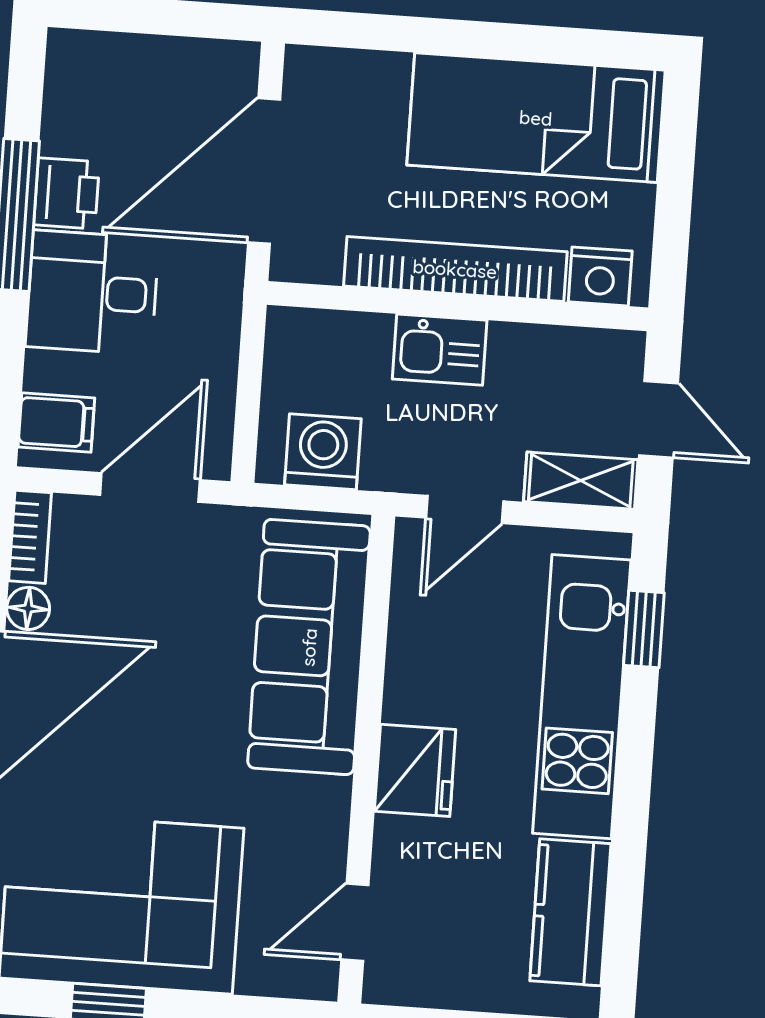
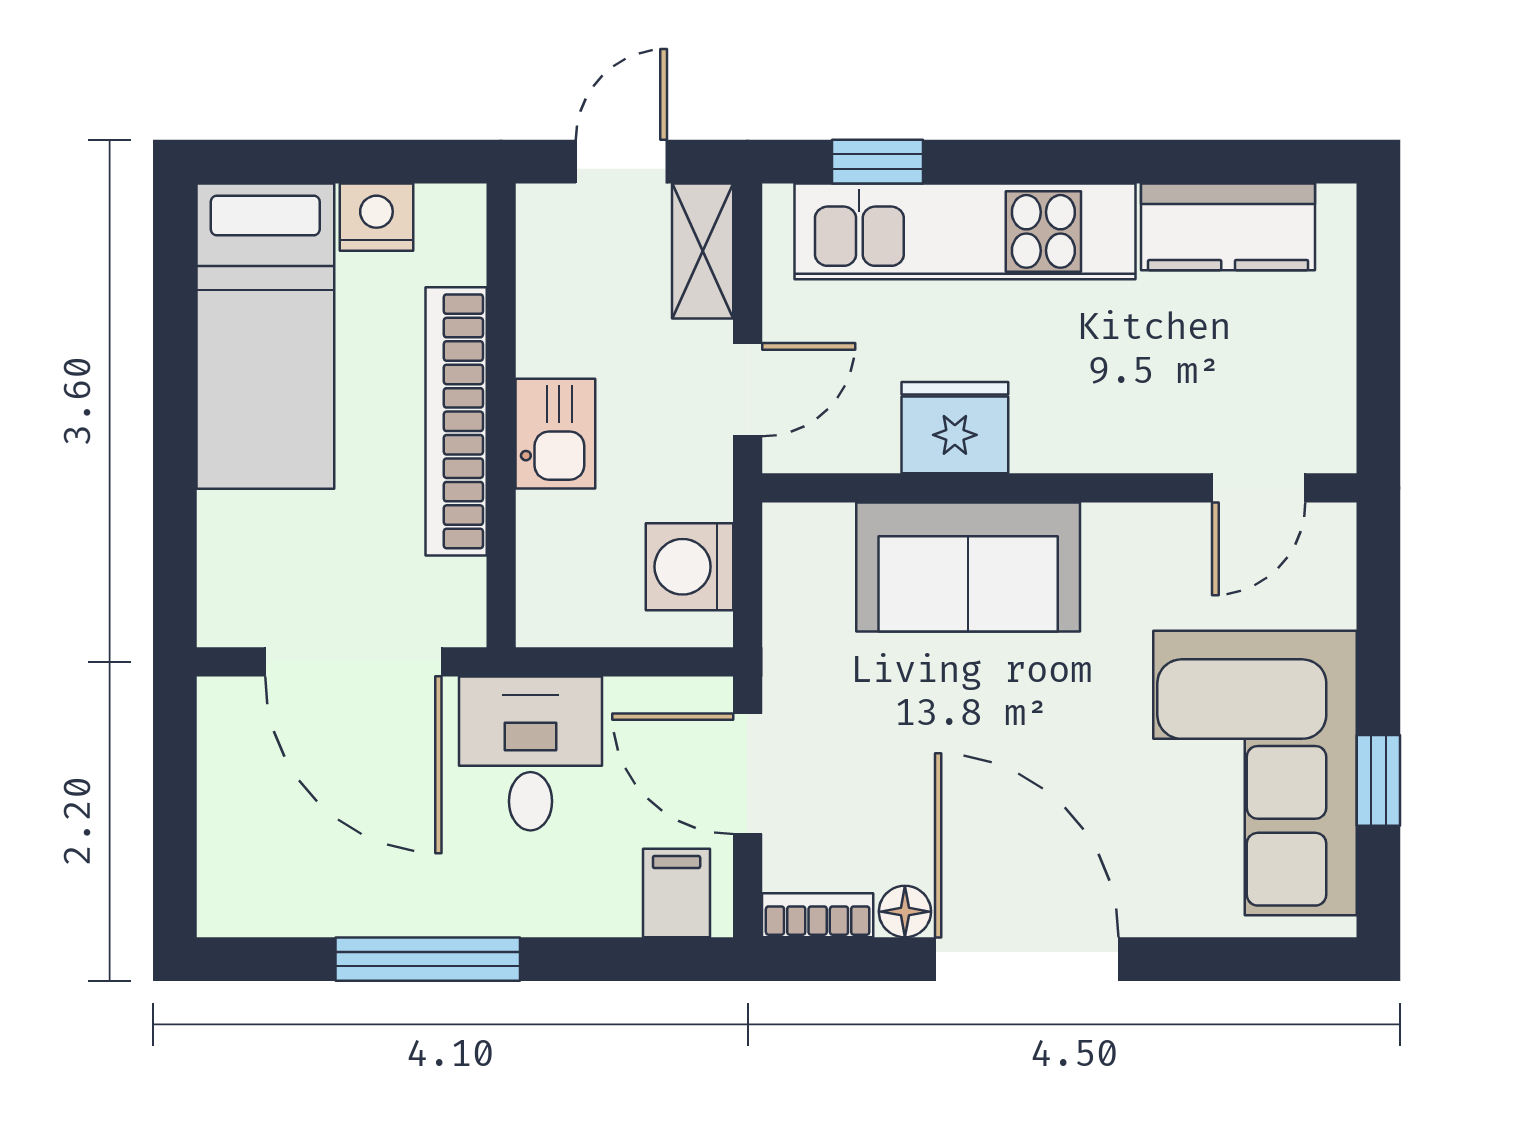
printer: (67, 193) -> (397, 900), removed
nightstand: (600, 276) -> (376, 217), moved, turned -90
desk: (92, 293) -> (530, 753), moved, turned 180
door: (465, 510) -> (748, 390), hinge flipped
sofa: (309, 647) -> (968, 567), width x0.73
fridge: (415, 770) -> (955, 428), moved
door: (355, 922) -> (1259, 488), hinge flipped

